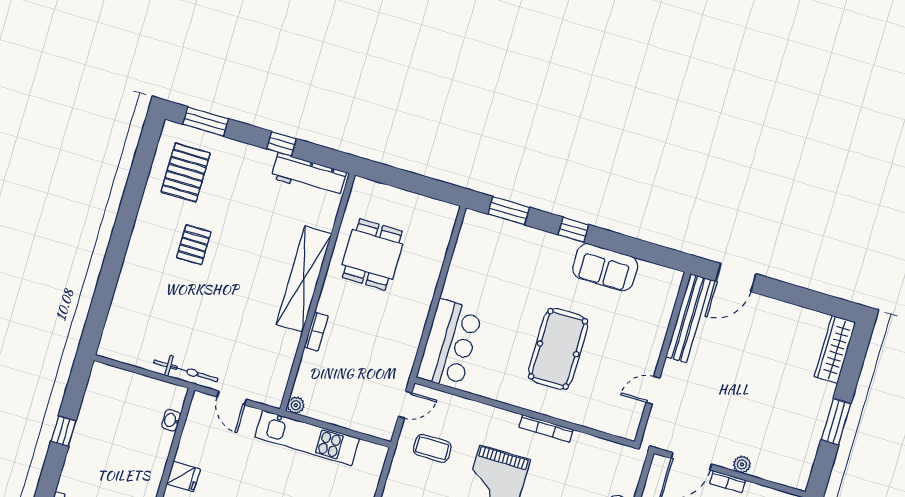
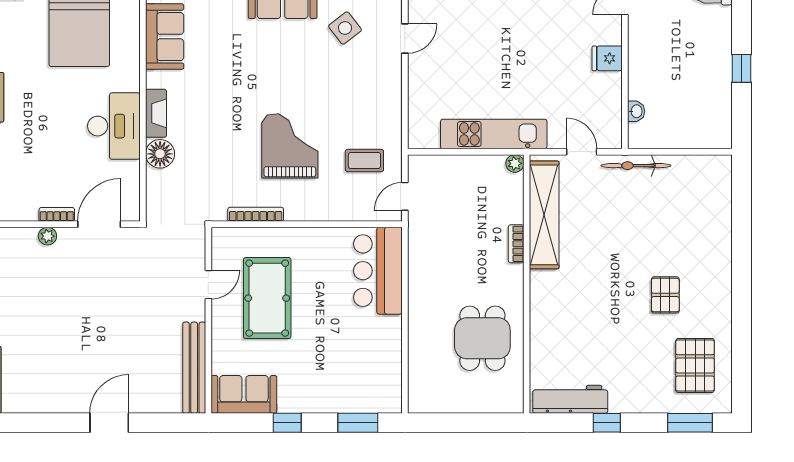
shelving: (304, 279) -> (544, 215), moved
bench: (688, 318) -> (194, 368), moved
wall: (663, 358) -> (208, 320), moved
door: (653, 390) -> (208, 285), moved

